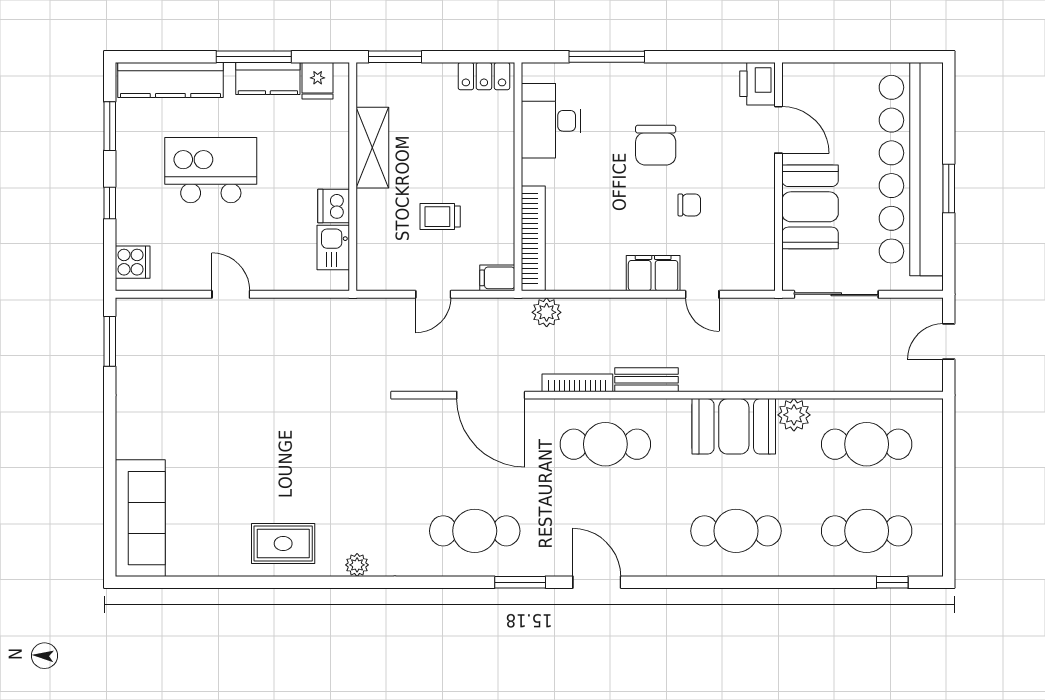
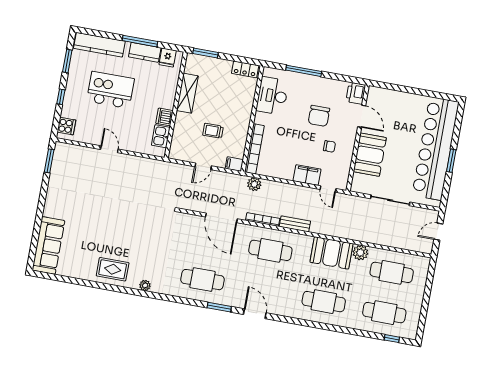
printer: (757, 84) -> (356, 93), moved
door: (778, 130) -> (362, 116), moved
wall: (778, 177) -> (358, 138), moved
booth: (810, 207) -> (370, 155), moved

